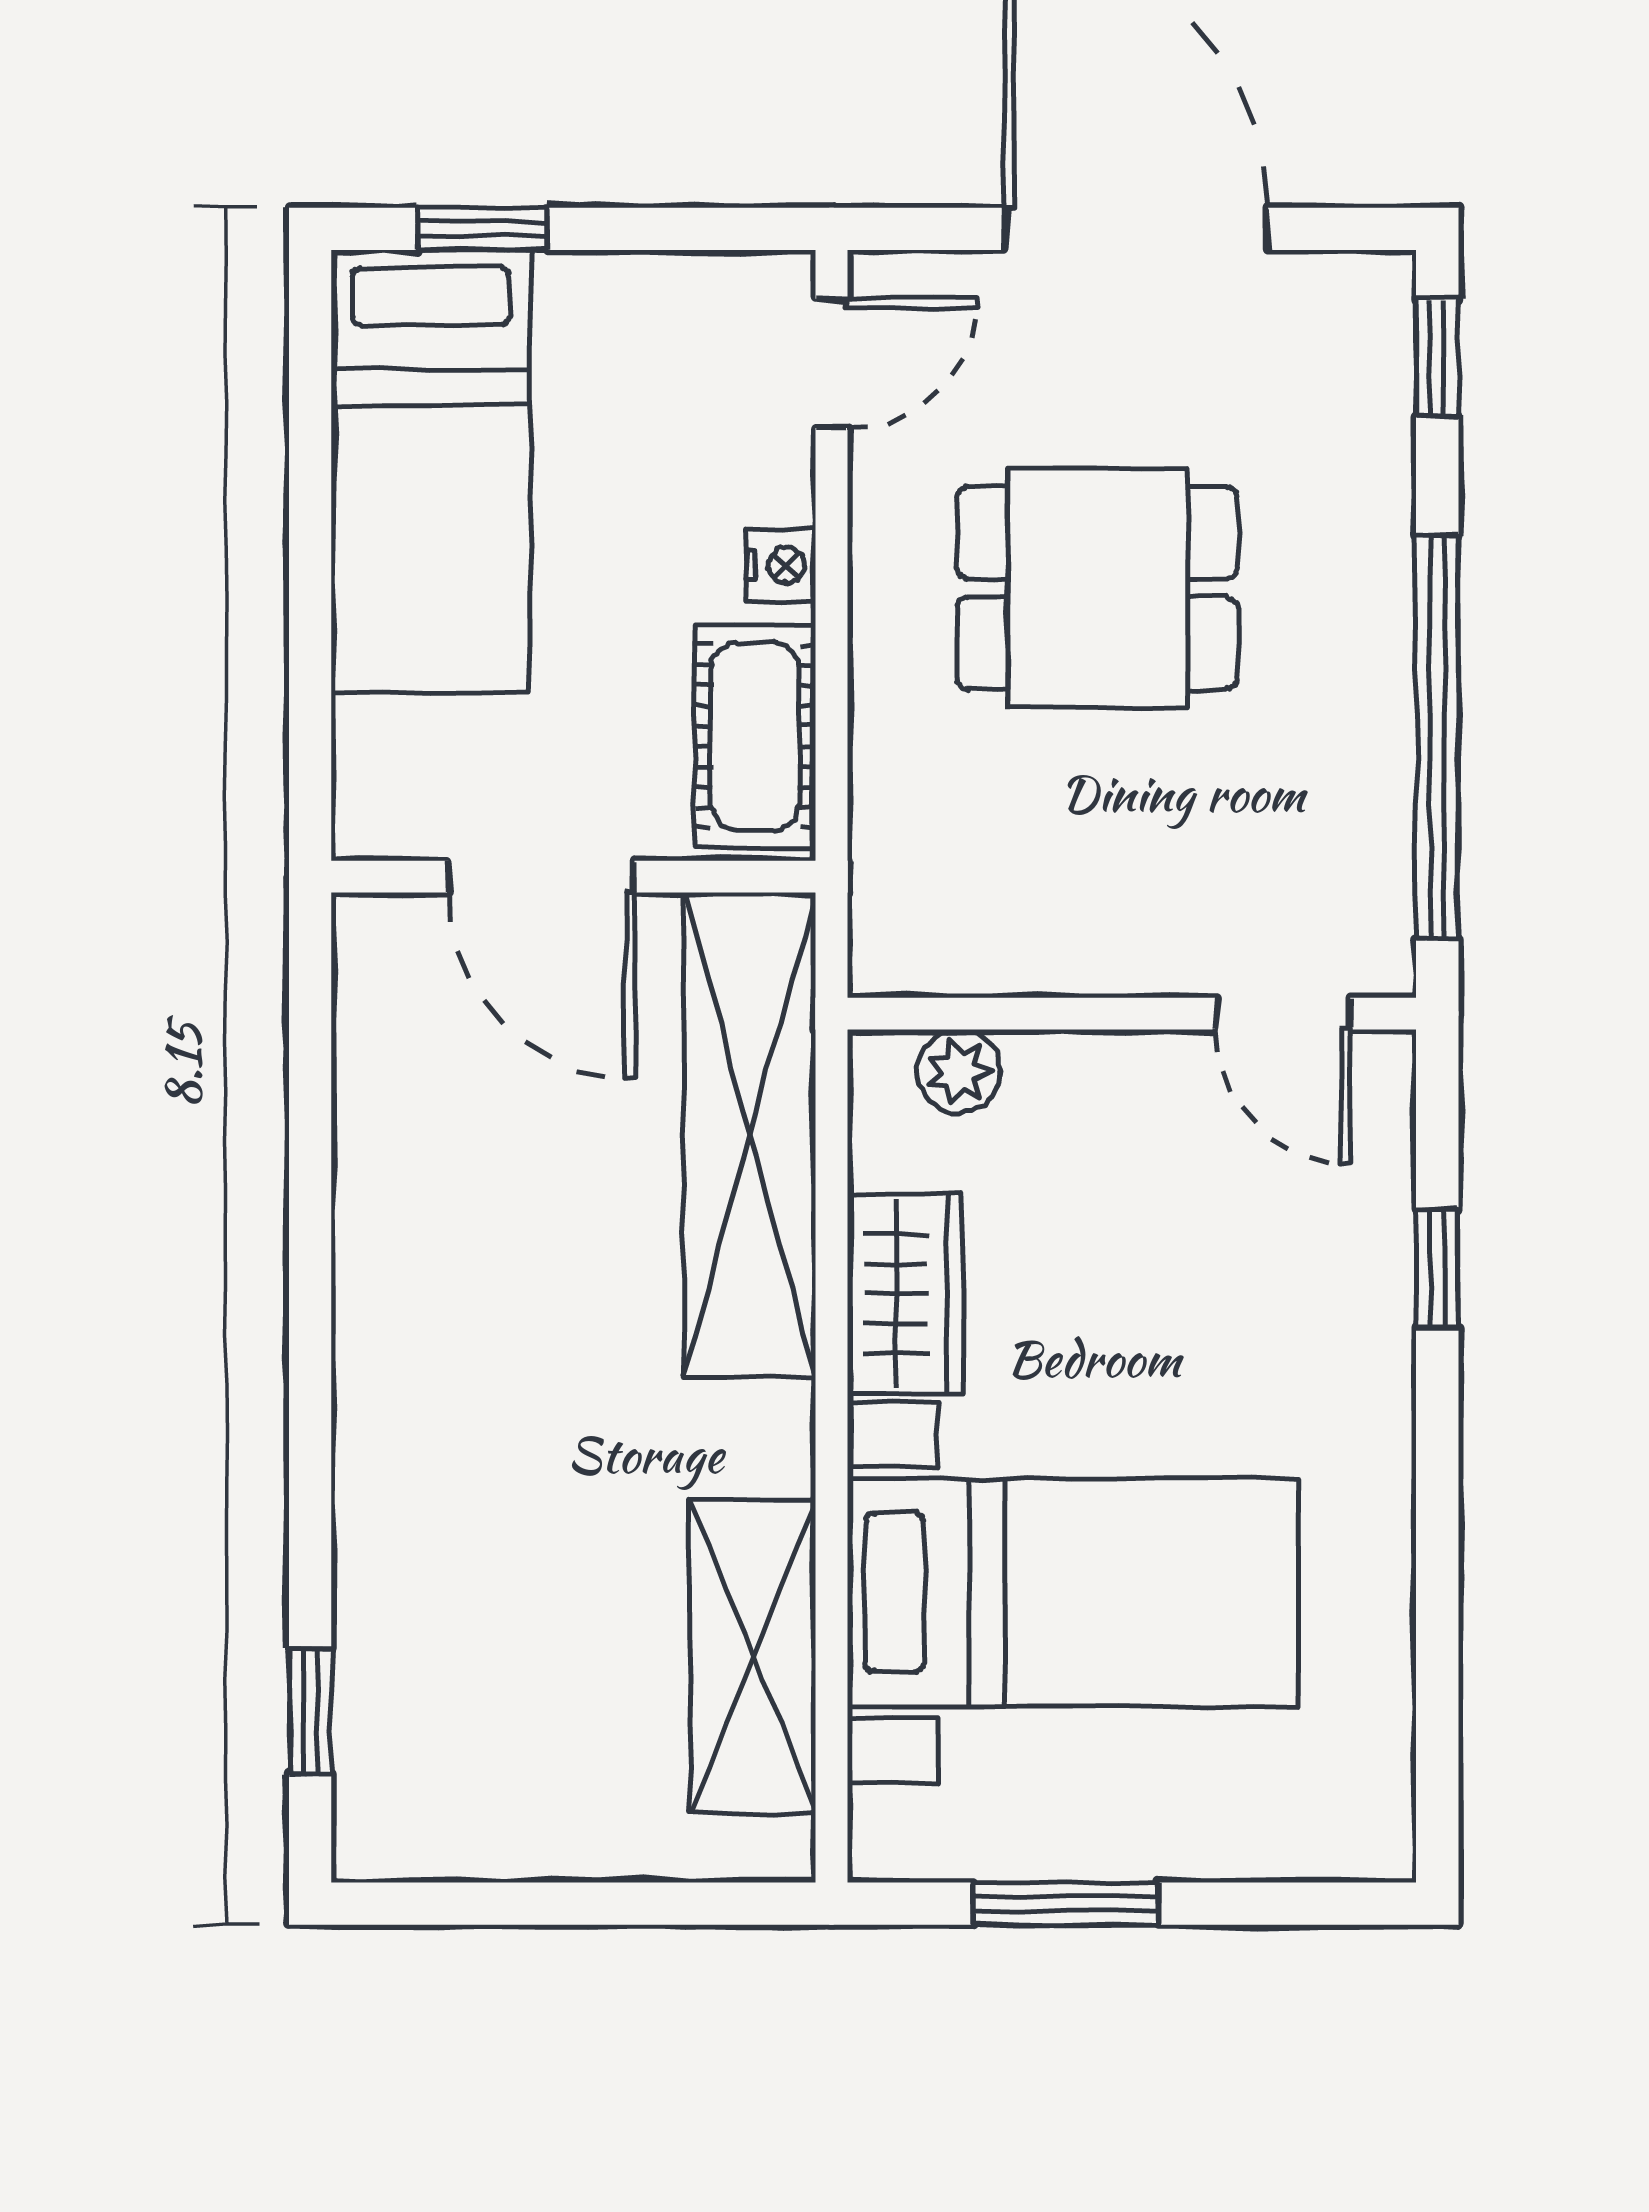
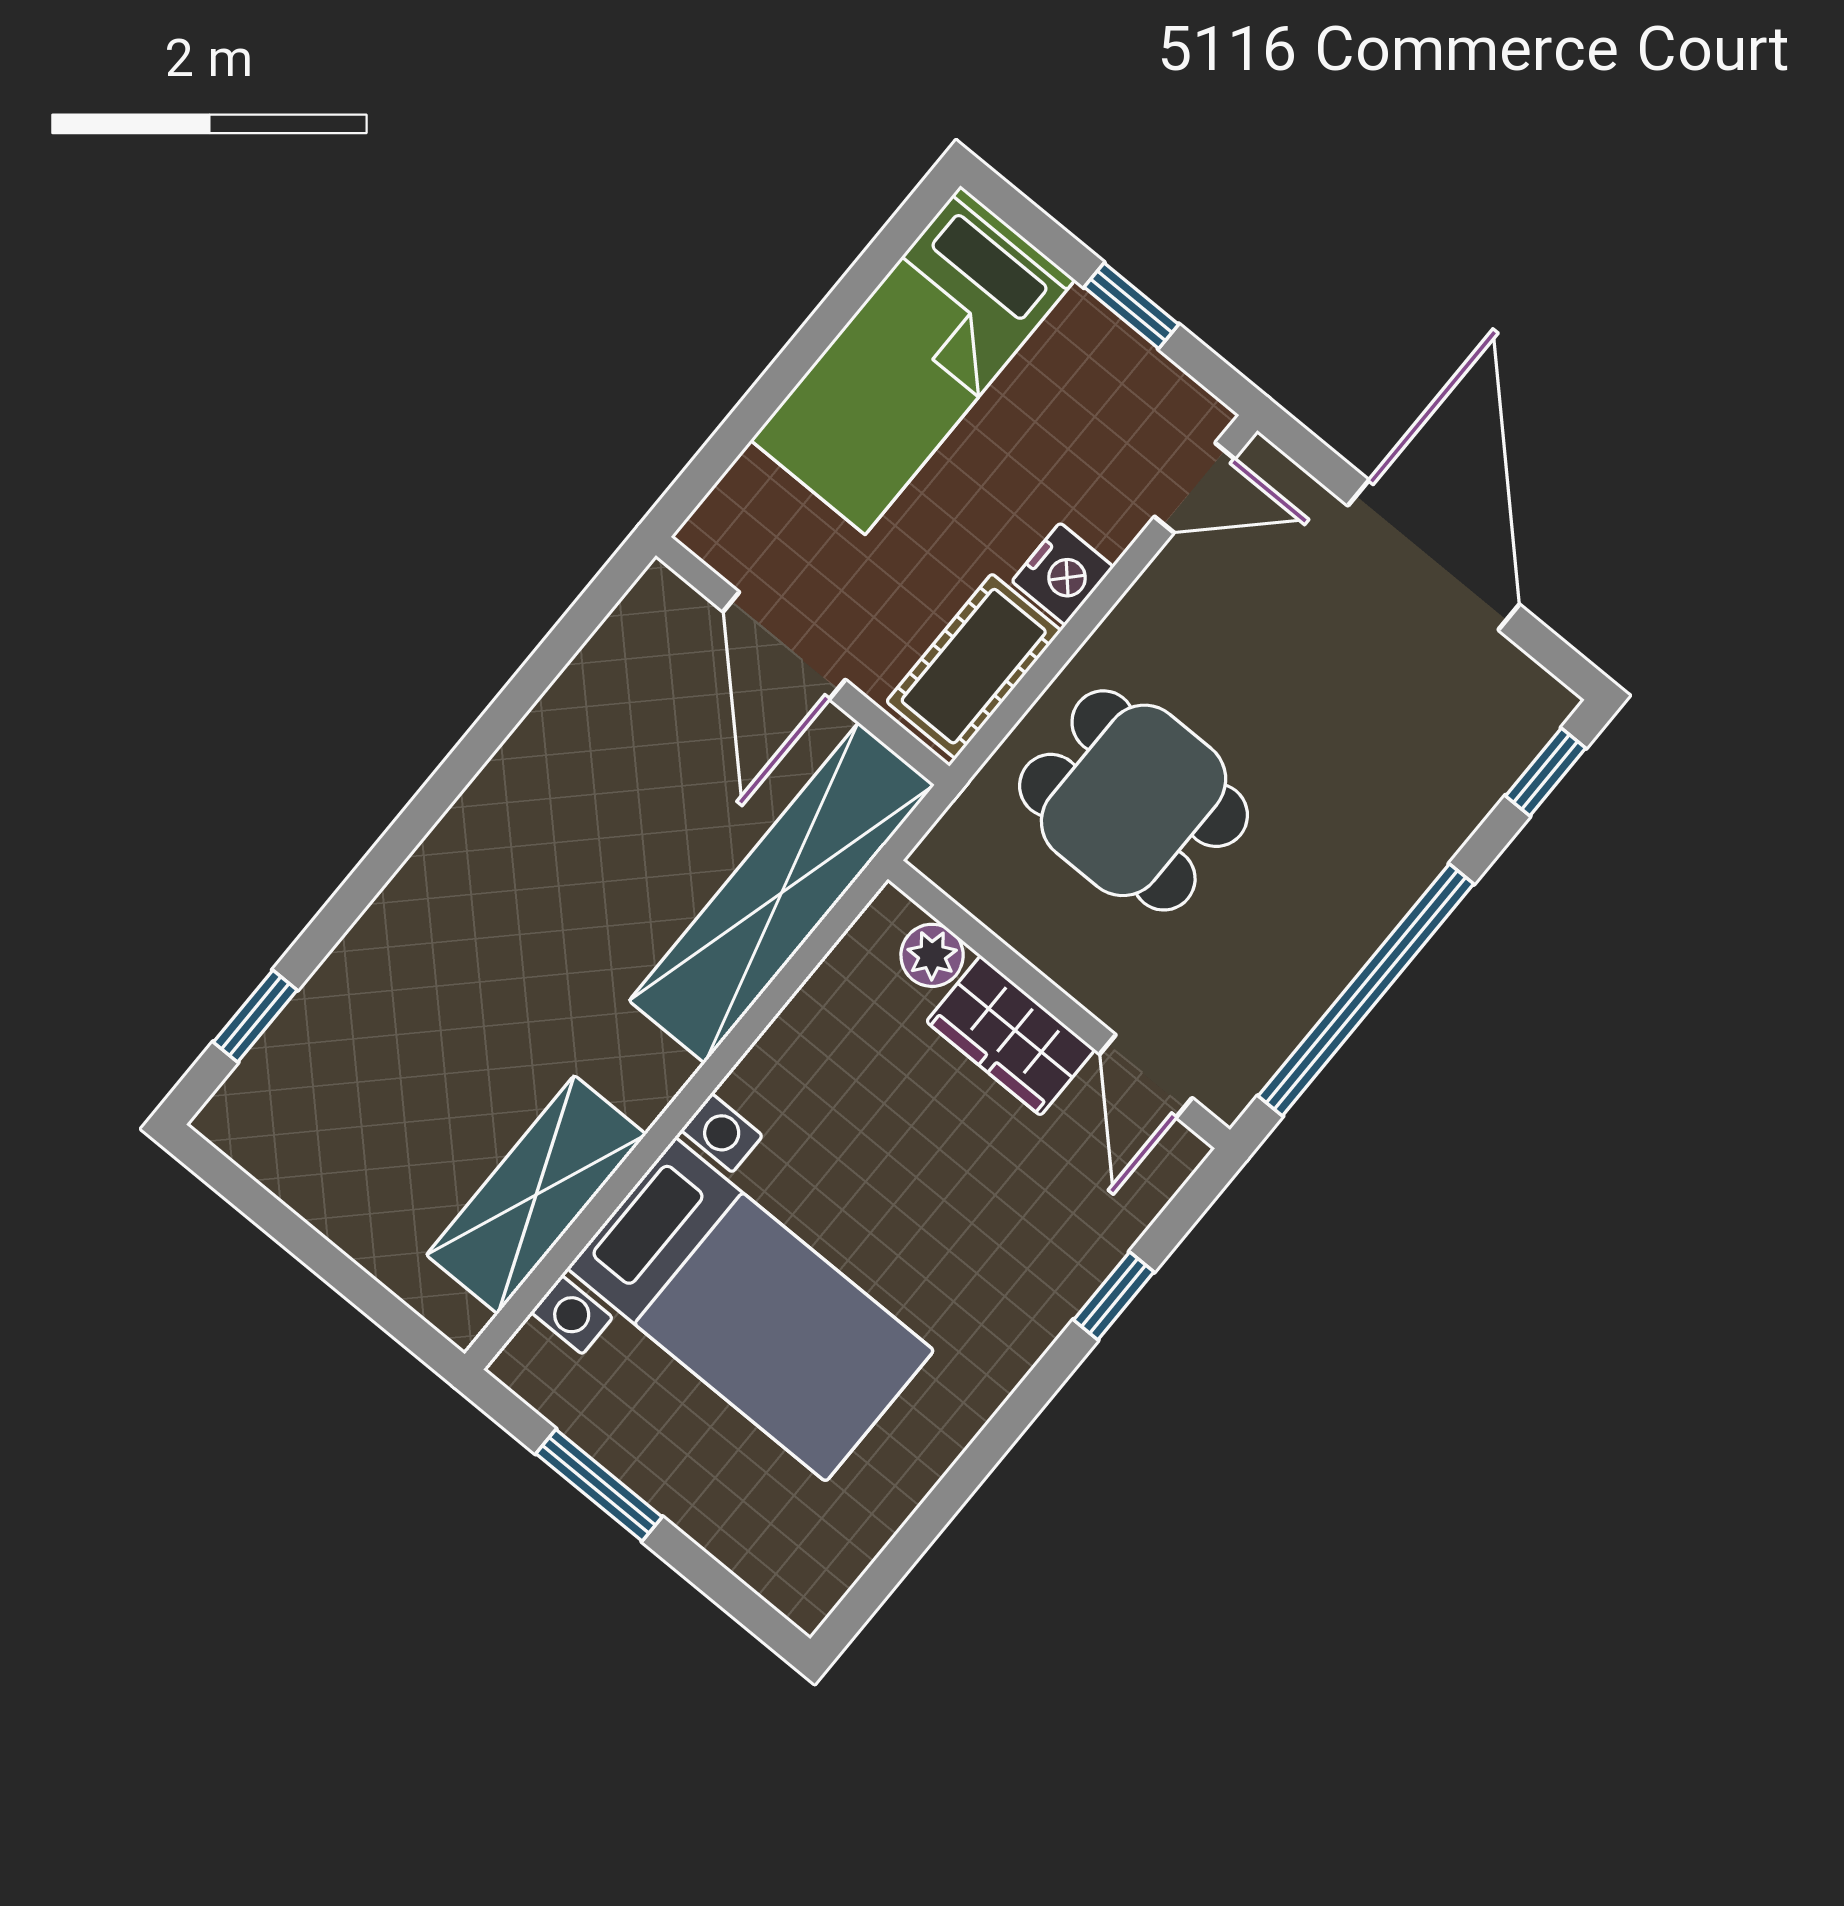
window: (483, 229) -> (1131, 306), moved
nightstand: (781, 565) -> (1063, 574), width x1.39, depth x1.35
dining table: (1097, 588) -> (1134, 800), moved
wardrobe: (905, 1294) -> (1011, 1036), moved, turned 90

